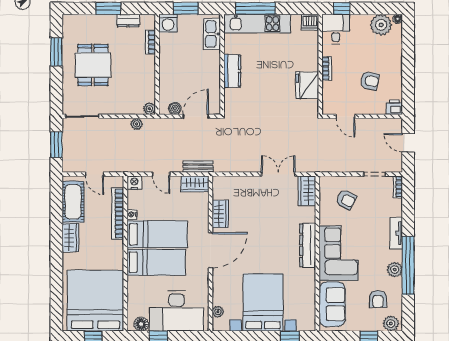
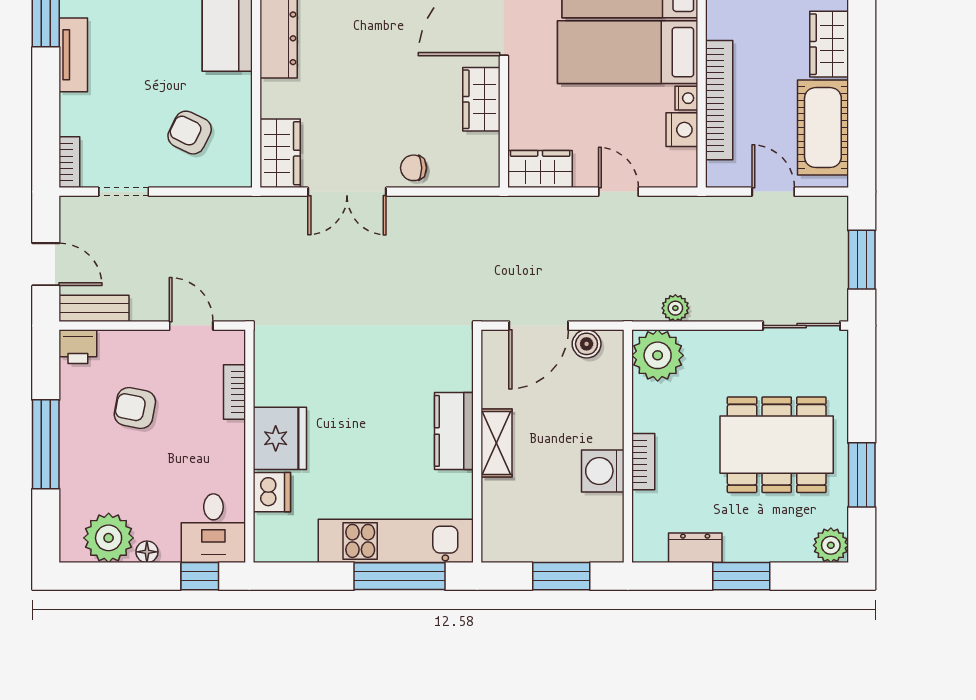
floor lamp: (398, 19) -> (147, 552), moved
plant: (70, 22) -> (831, 545), added
dishwasher: (310, 22) -> (272, 492), moved, turned 90
washing machine: (168, 23) -> (603, 471), moved, turned -90
kitchen sink: (212, 34) -> (501, 517), removed
bookcase: (150, 42) -> (643, 462), moved
dining table: (93, 65) -> (777, 445), width x1.38
window: (408, 65) -> (46, 444), added
shelving: (214, 66) -> (497, 443), added
bookcase: (327, 68) -> (234, 392), moved
fridge: (307, 85) -> (280, 438), moved
plant: (149, 109) -> (658, 355), width x1.87, depth x1.87
bench: (198, 167) -> (94, 308), moved
nightstand: (134, 183) -> (682, 130), moved, turned -90
chair: (249, 184) -> (414, 168), added

